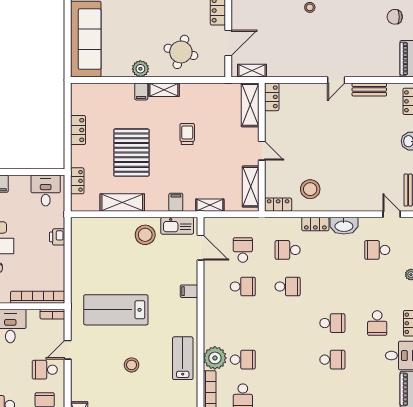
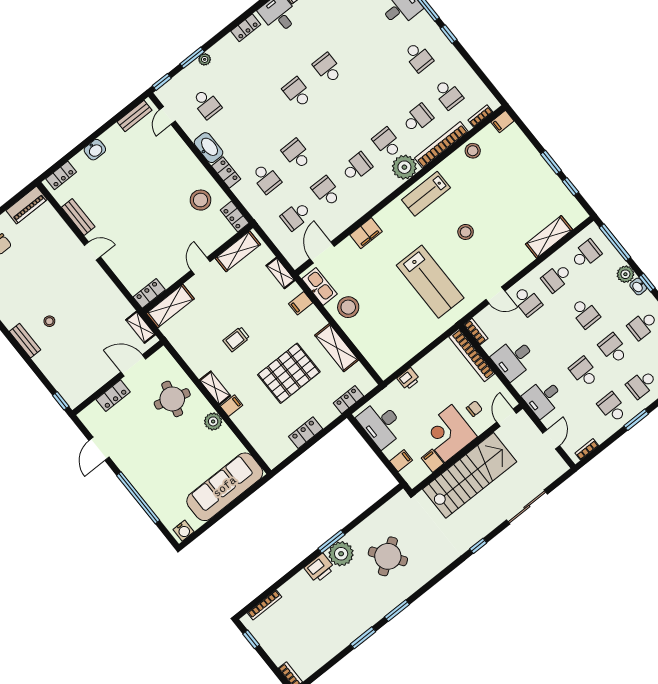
desk: (46, 190) -> (381, 424), width x1.37
filing cabinet: (189, 291) -> (366, 233), width x2.00
school desk: (377, 323) -> (357, 167), moved

